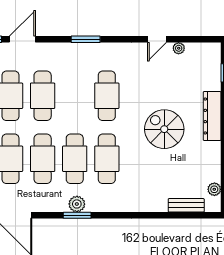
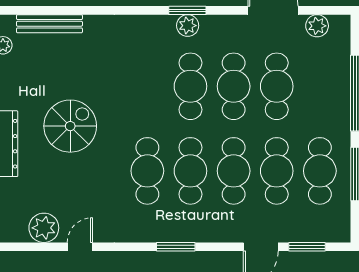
plant: (179, 48) -> (44, 228), width x1.88, depth x1.88
spiral stairs: (164, 129) -> (70, 126), turned -90
cafe table: (107, 159) -> (190, 171), moved
bench: (186, 205) -> (49, 24), width x1.36

